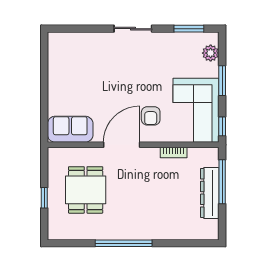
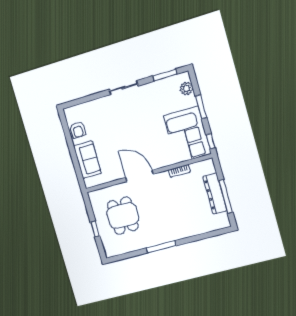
armchair: (151, 116) -> (78, 130), moved
sofa: (70, 129) -> (87, 160), moved, turned 90
door: (122, 145) -> (139, 176), hinge flipped
window: (222, 182) -> (226, 197), moved
window: (124, 243) -> (161, 247), width x0.68

